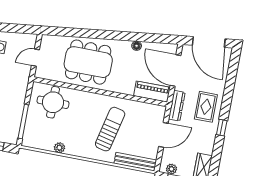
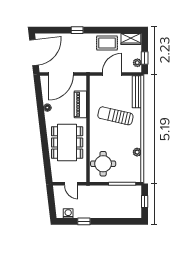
piano: (152, 92) -> (80, 104), moved
dresser: (177, 106) -> (88, 68), removed
rug: (206, 107) -> (107, 43), moved
window: (222, 128) -> (77, 30), moved
door: (163, 135) -> (112, 74), hinge flipped

